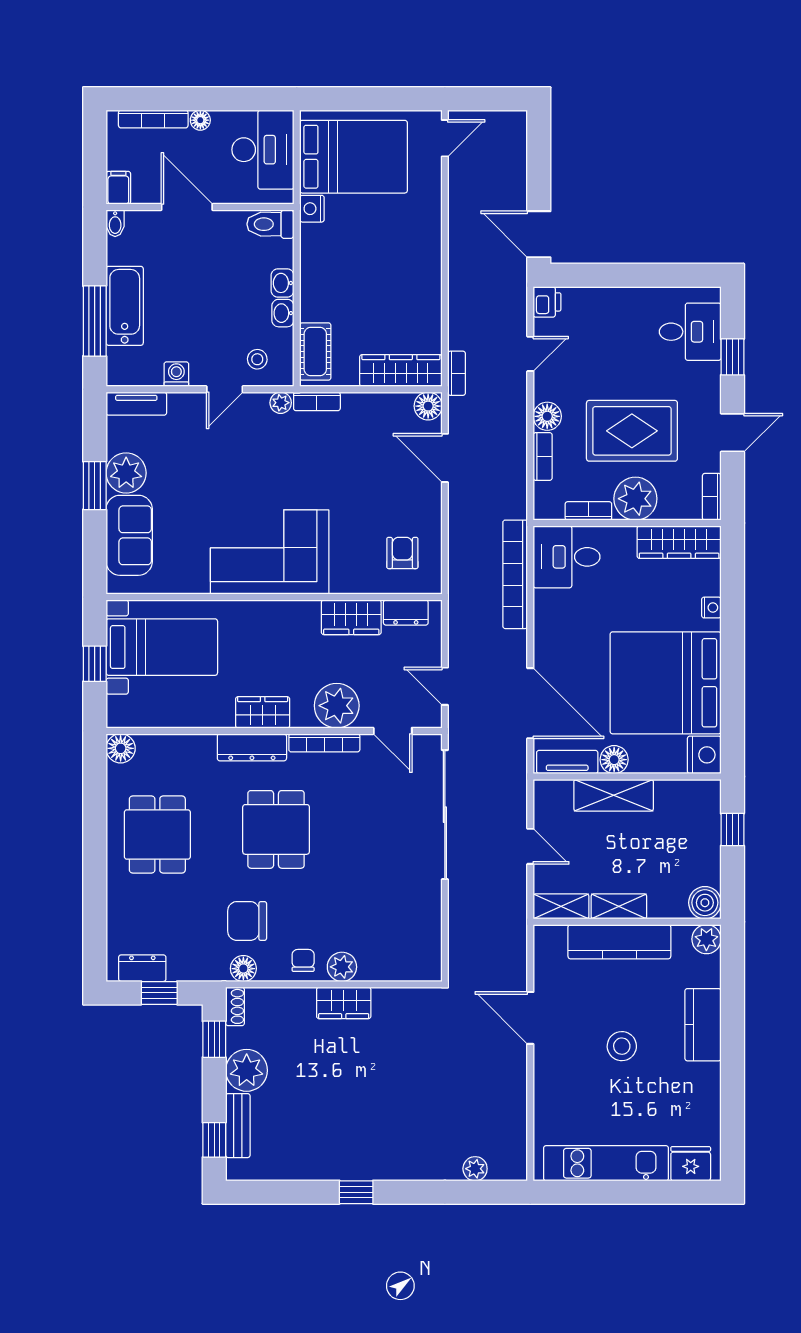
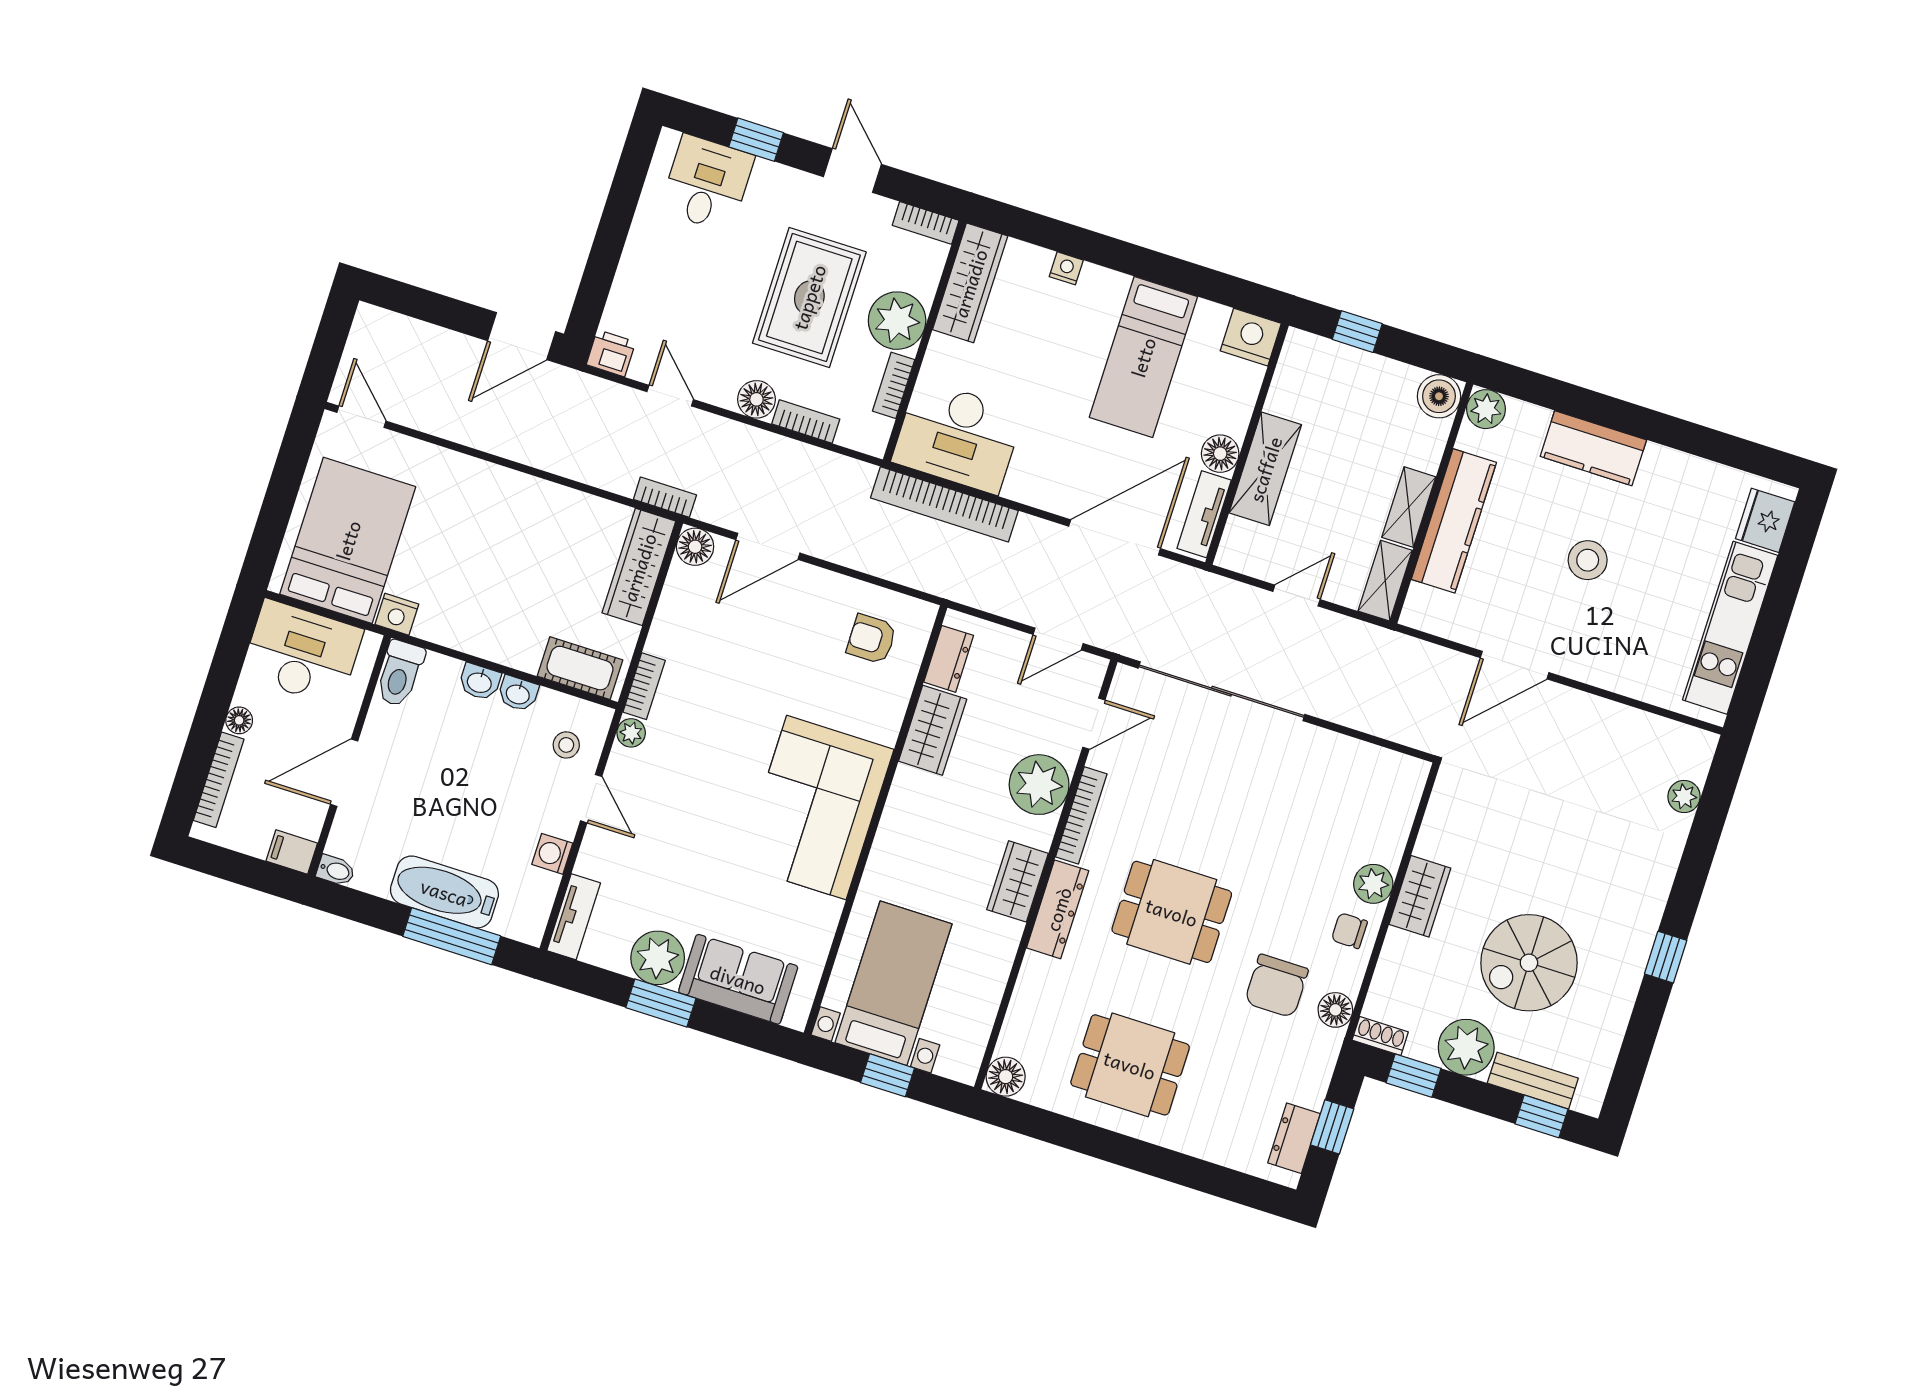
desk: (567, 557) -> (958, 437), width x1.37
bed: (666, 683) -> (1143, 357), width x0.49
spiral stairs: (321, 1096) -> (1529, 963), added

